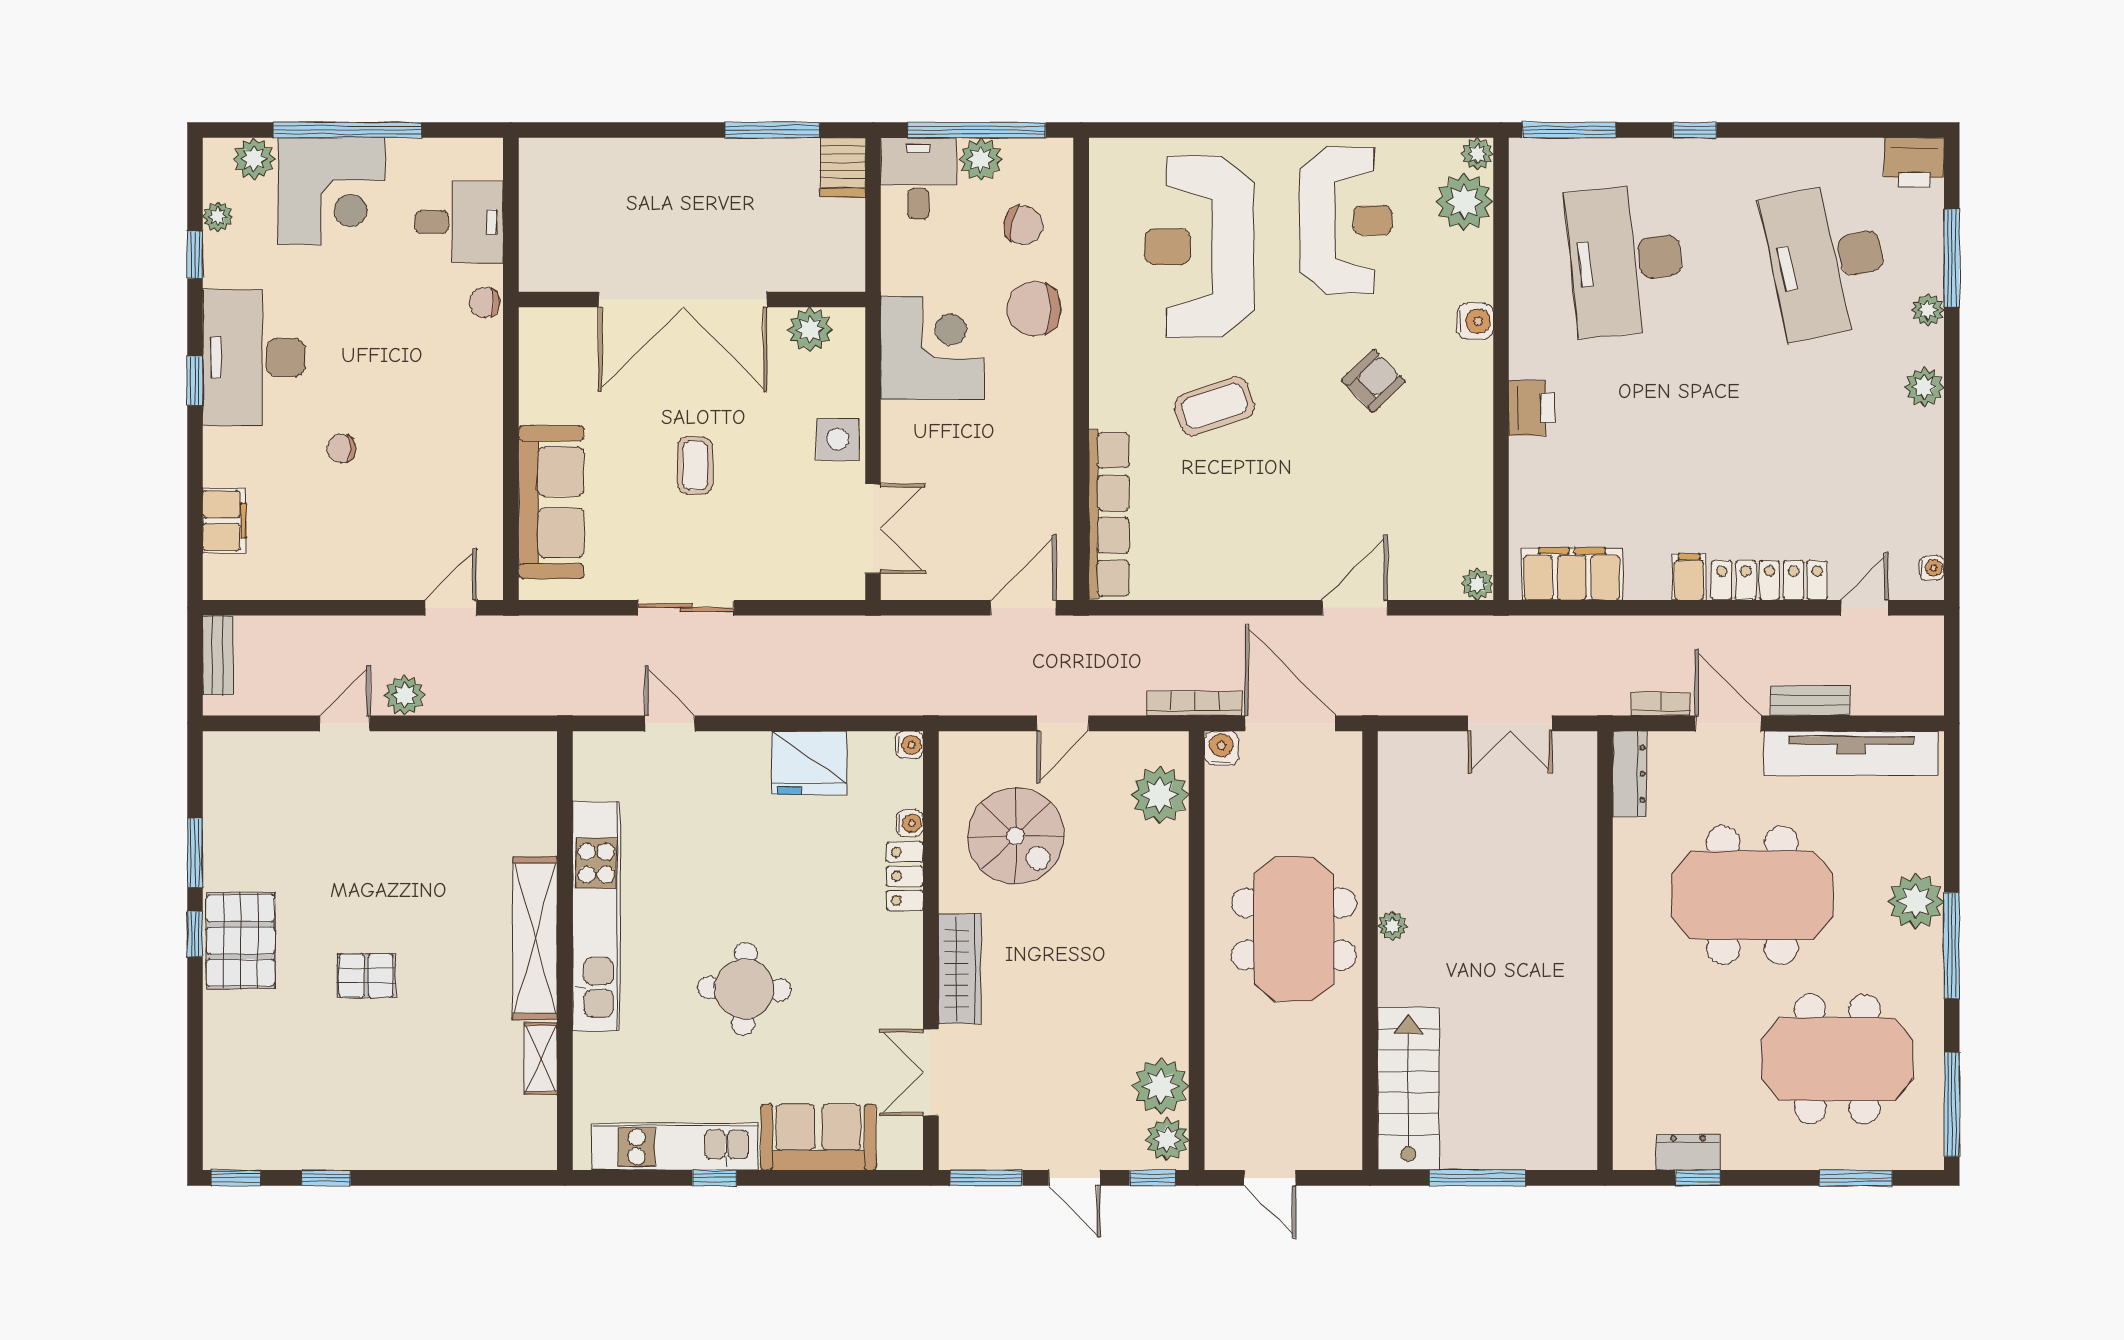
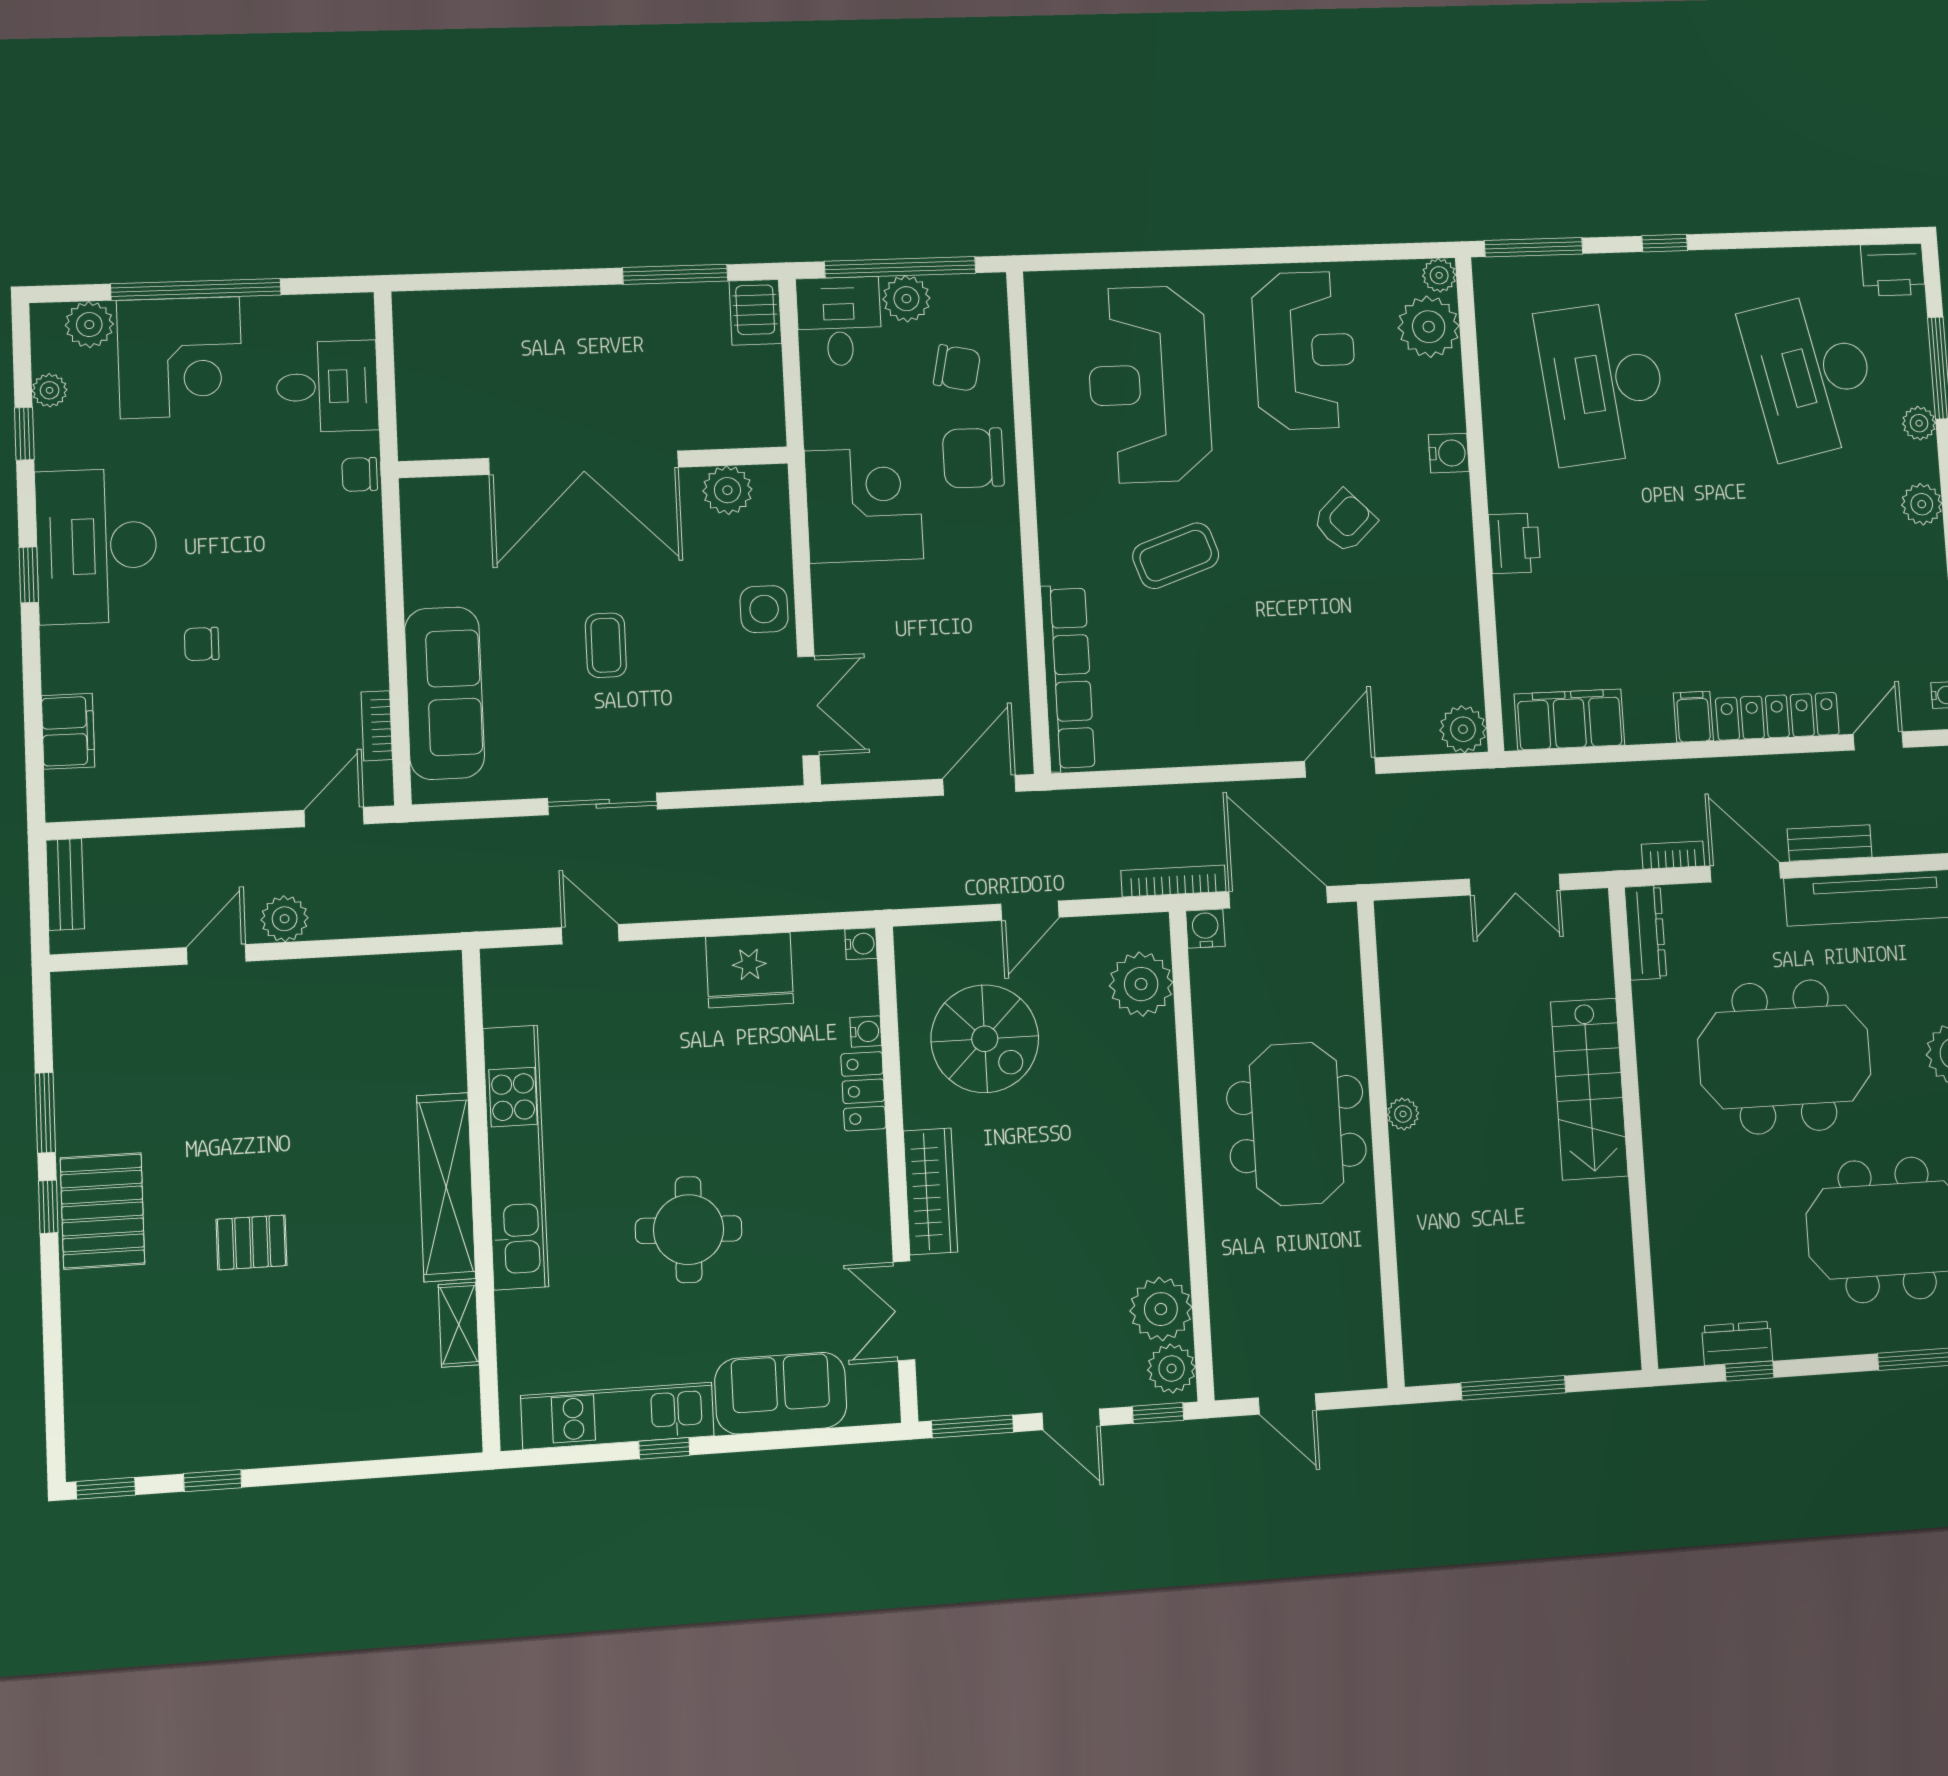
bookcase: (491, 528) -> (377, 726), added
plant: (1477, 584) -> (1463, 729), width x1.38, depth x1.38
stairs: (1408, 1089) -> (1589, 1089), moved, turned 180

